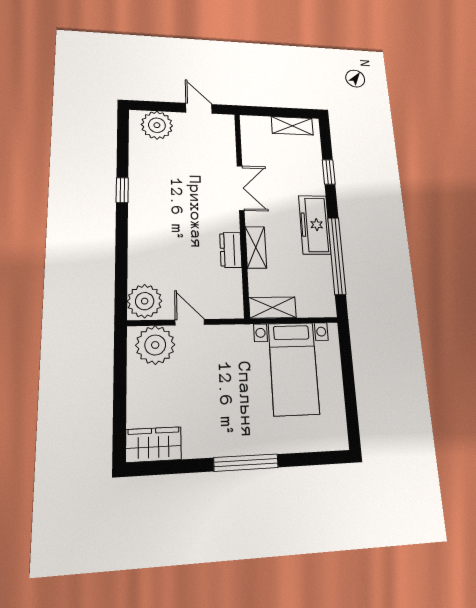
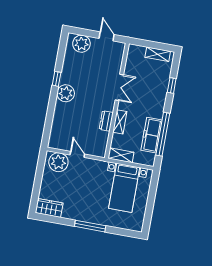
freezer: (315, 225) -> (152, 135), moved
plant: (145, 301) -> (66, 93), moved

